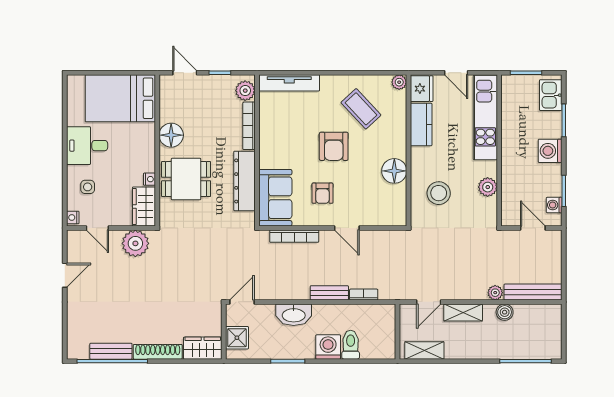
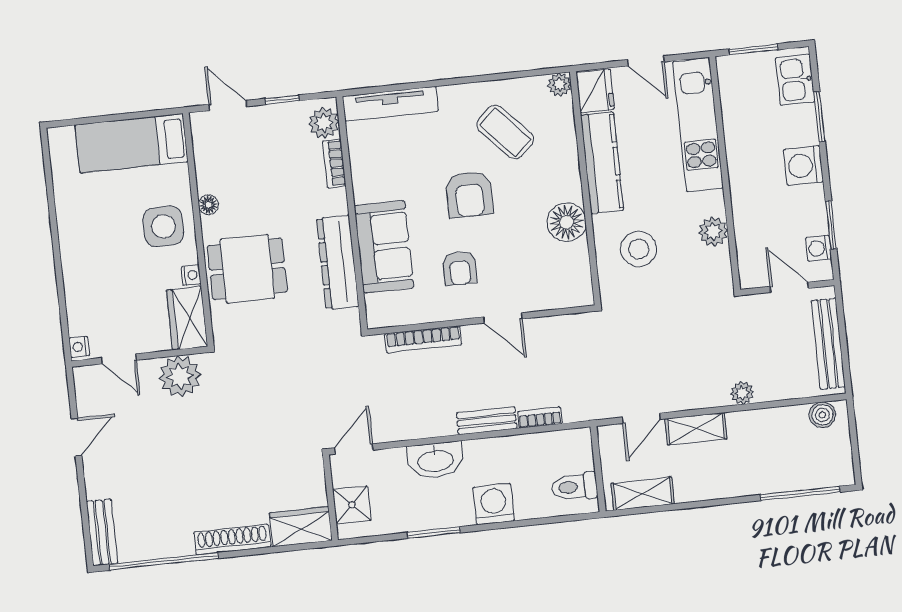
bed: (120, 98) -> (132, 143), width x0.67
kitchen counter: (421, 124) -> (602, 163), width x1.50
bookcase: (249, 126) -> (334, 163), width x0.64
floor lamp: (171, 135) -> (208, 205), width x0.53, depth x0.53
desk: (87, 146) -> (89, 234), removed
side table: (88, 187) -> (163, 226), moved, width x1.87, depth x1.87
sofa: (275, 198) -> (384, 247), moved
bench: (533, 292) -> (828, 344), moved, turned 90
boiler: (505, 312) -> (822, 415), moved
toilet: (351, 345) -> (574, 487), moved, turned -90
bench: (111, 351) -> (102, 532), moved, turned 90

